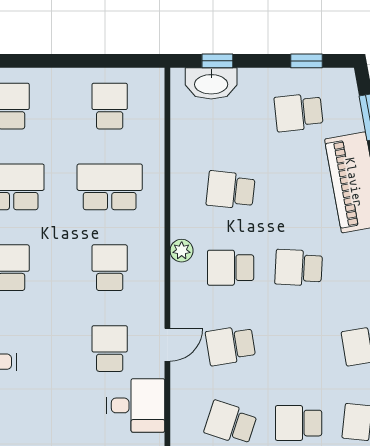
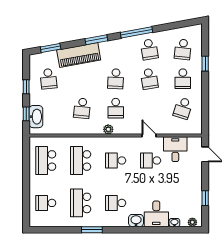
window: (306, 61) -> (26, 87), moved
school desk: (110, 106) -> (46, 161), width x1.85
school desk: (231, 345) -> (149, 79), moved

